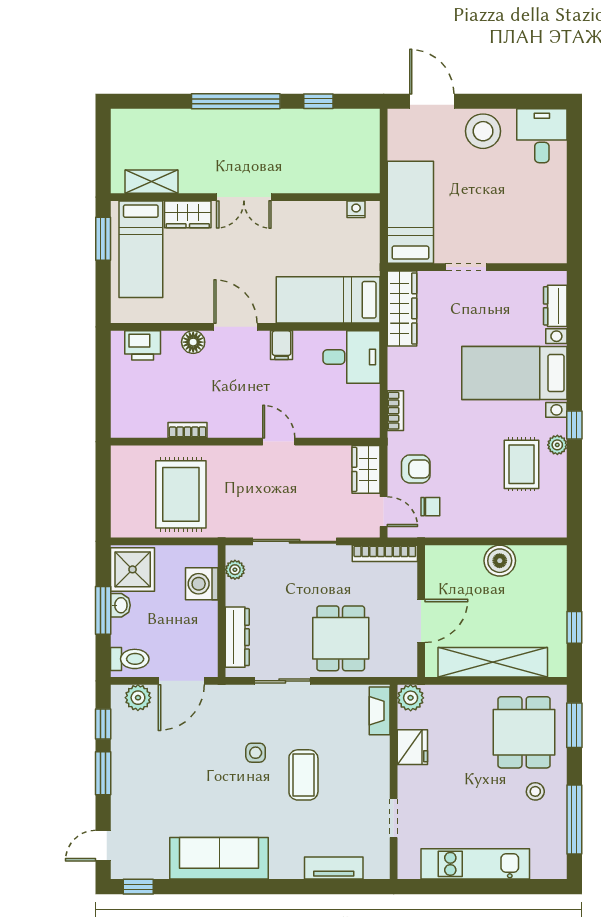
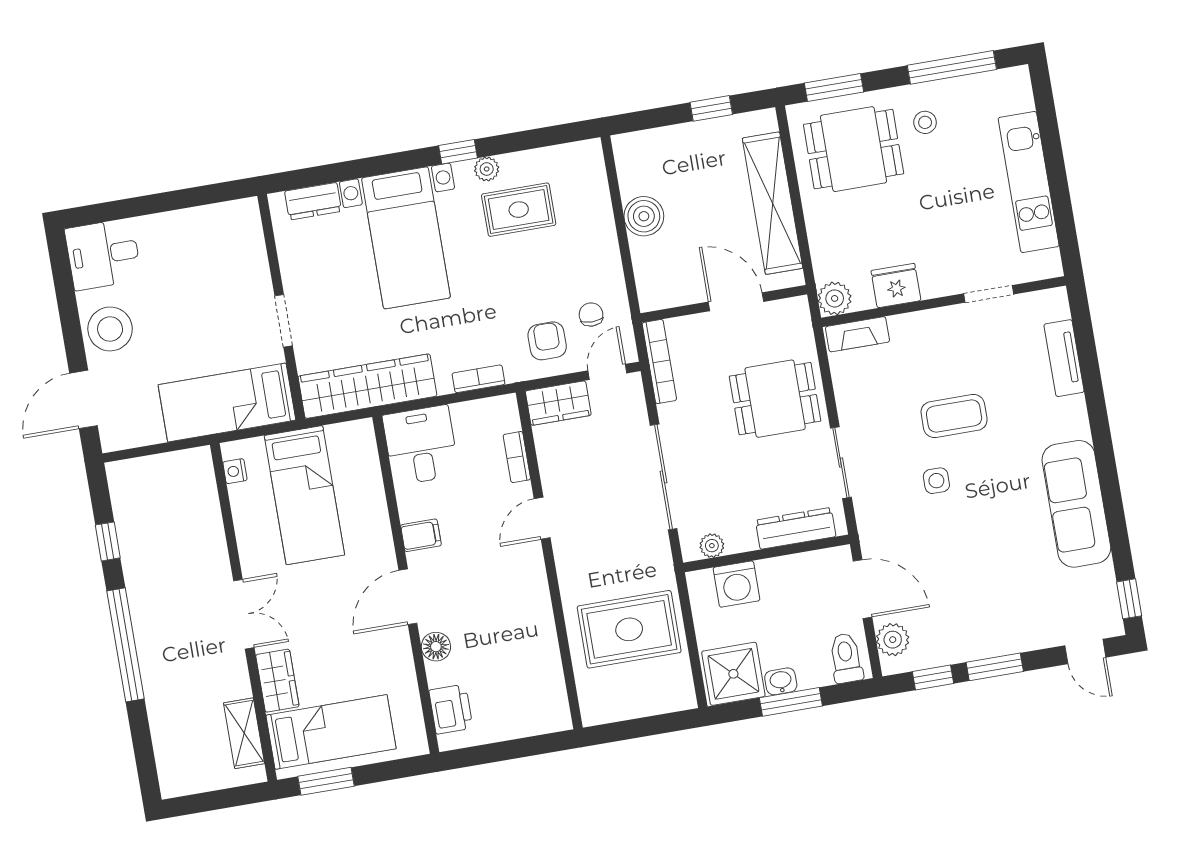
bed: (328, 300) -> (304, 495), moved
wardrobe: (402, 308) -> (367, 386), width x1.40, depth x1.17
bookcase: (188, 430) -> (517, 457), moved

